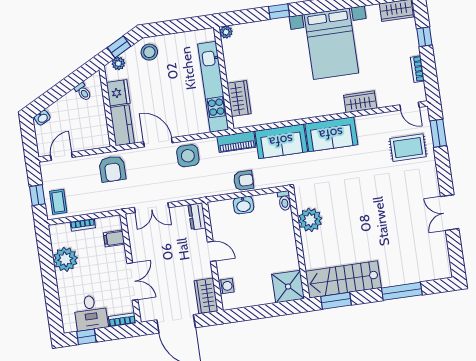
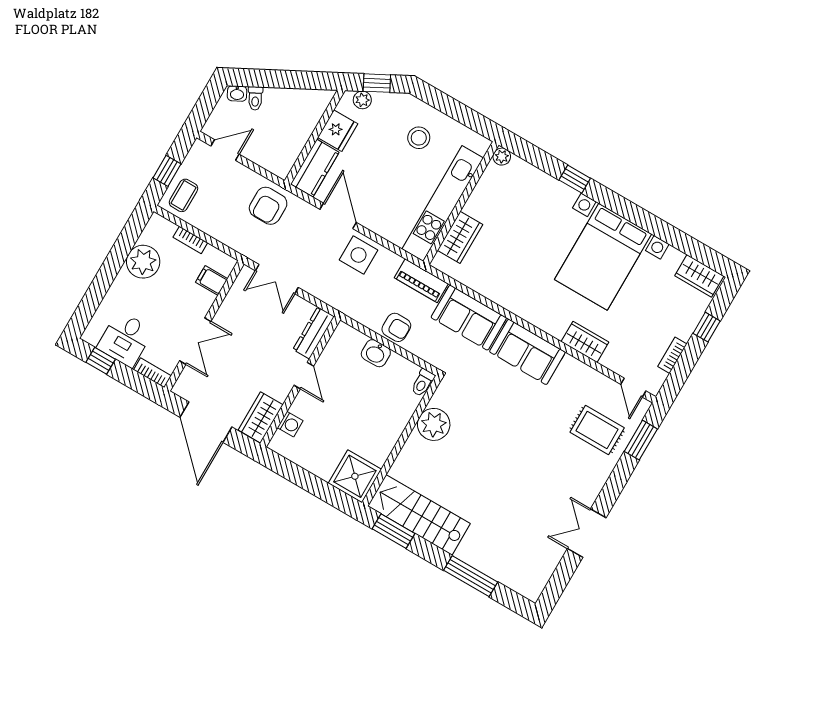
stool: (149, 52) -> (419, 138), moved
toilet: (83, 92) -> (255, 98), moved
dresser: (197, 216) -> (314, 333), width x1.44

